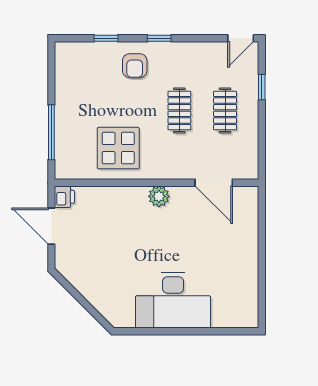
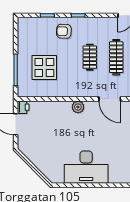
armchair: (135, 66) -> (64, 31), turned 93
clothes rail: (225, 111) -> (116, 57), width x1.36
display table: (118, 148) -> (44, 68), moved

